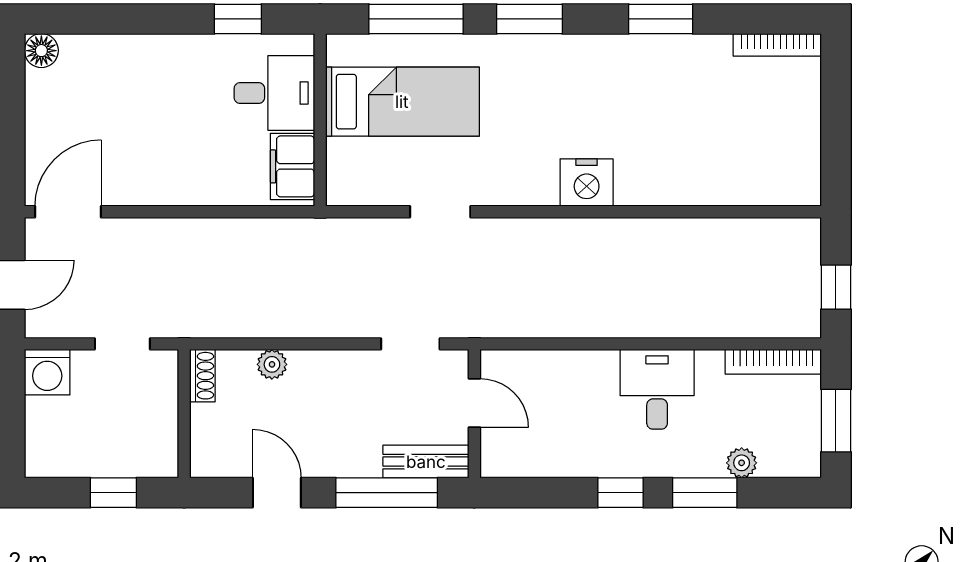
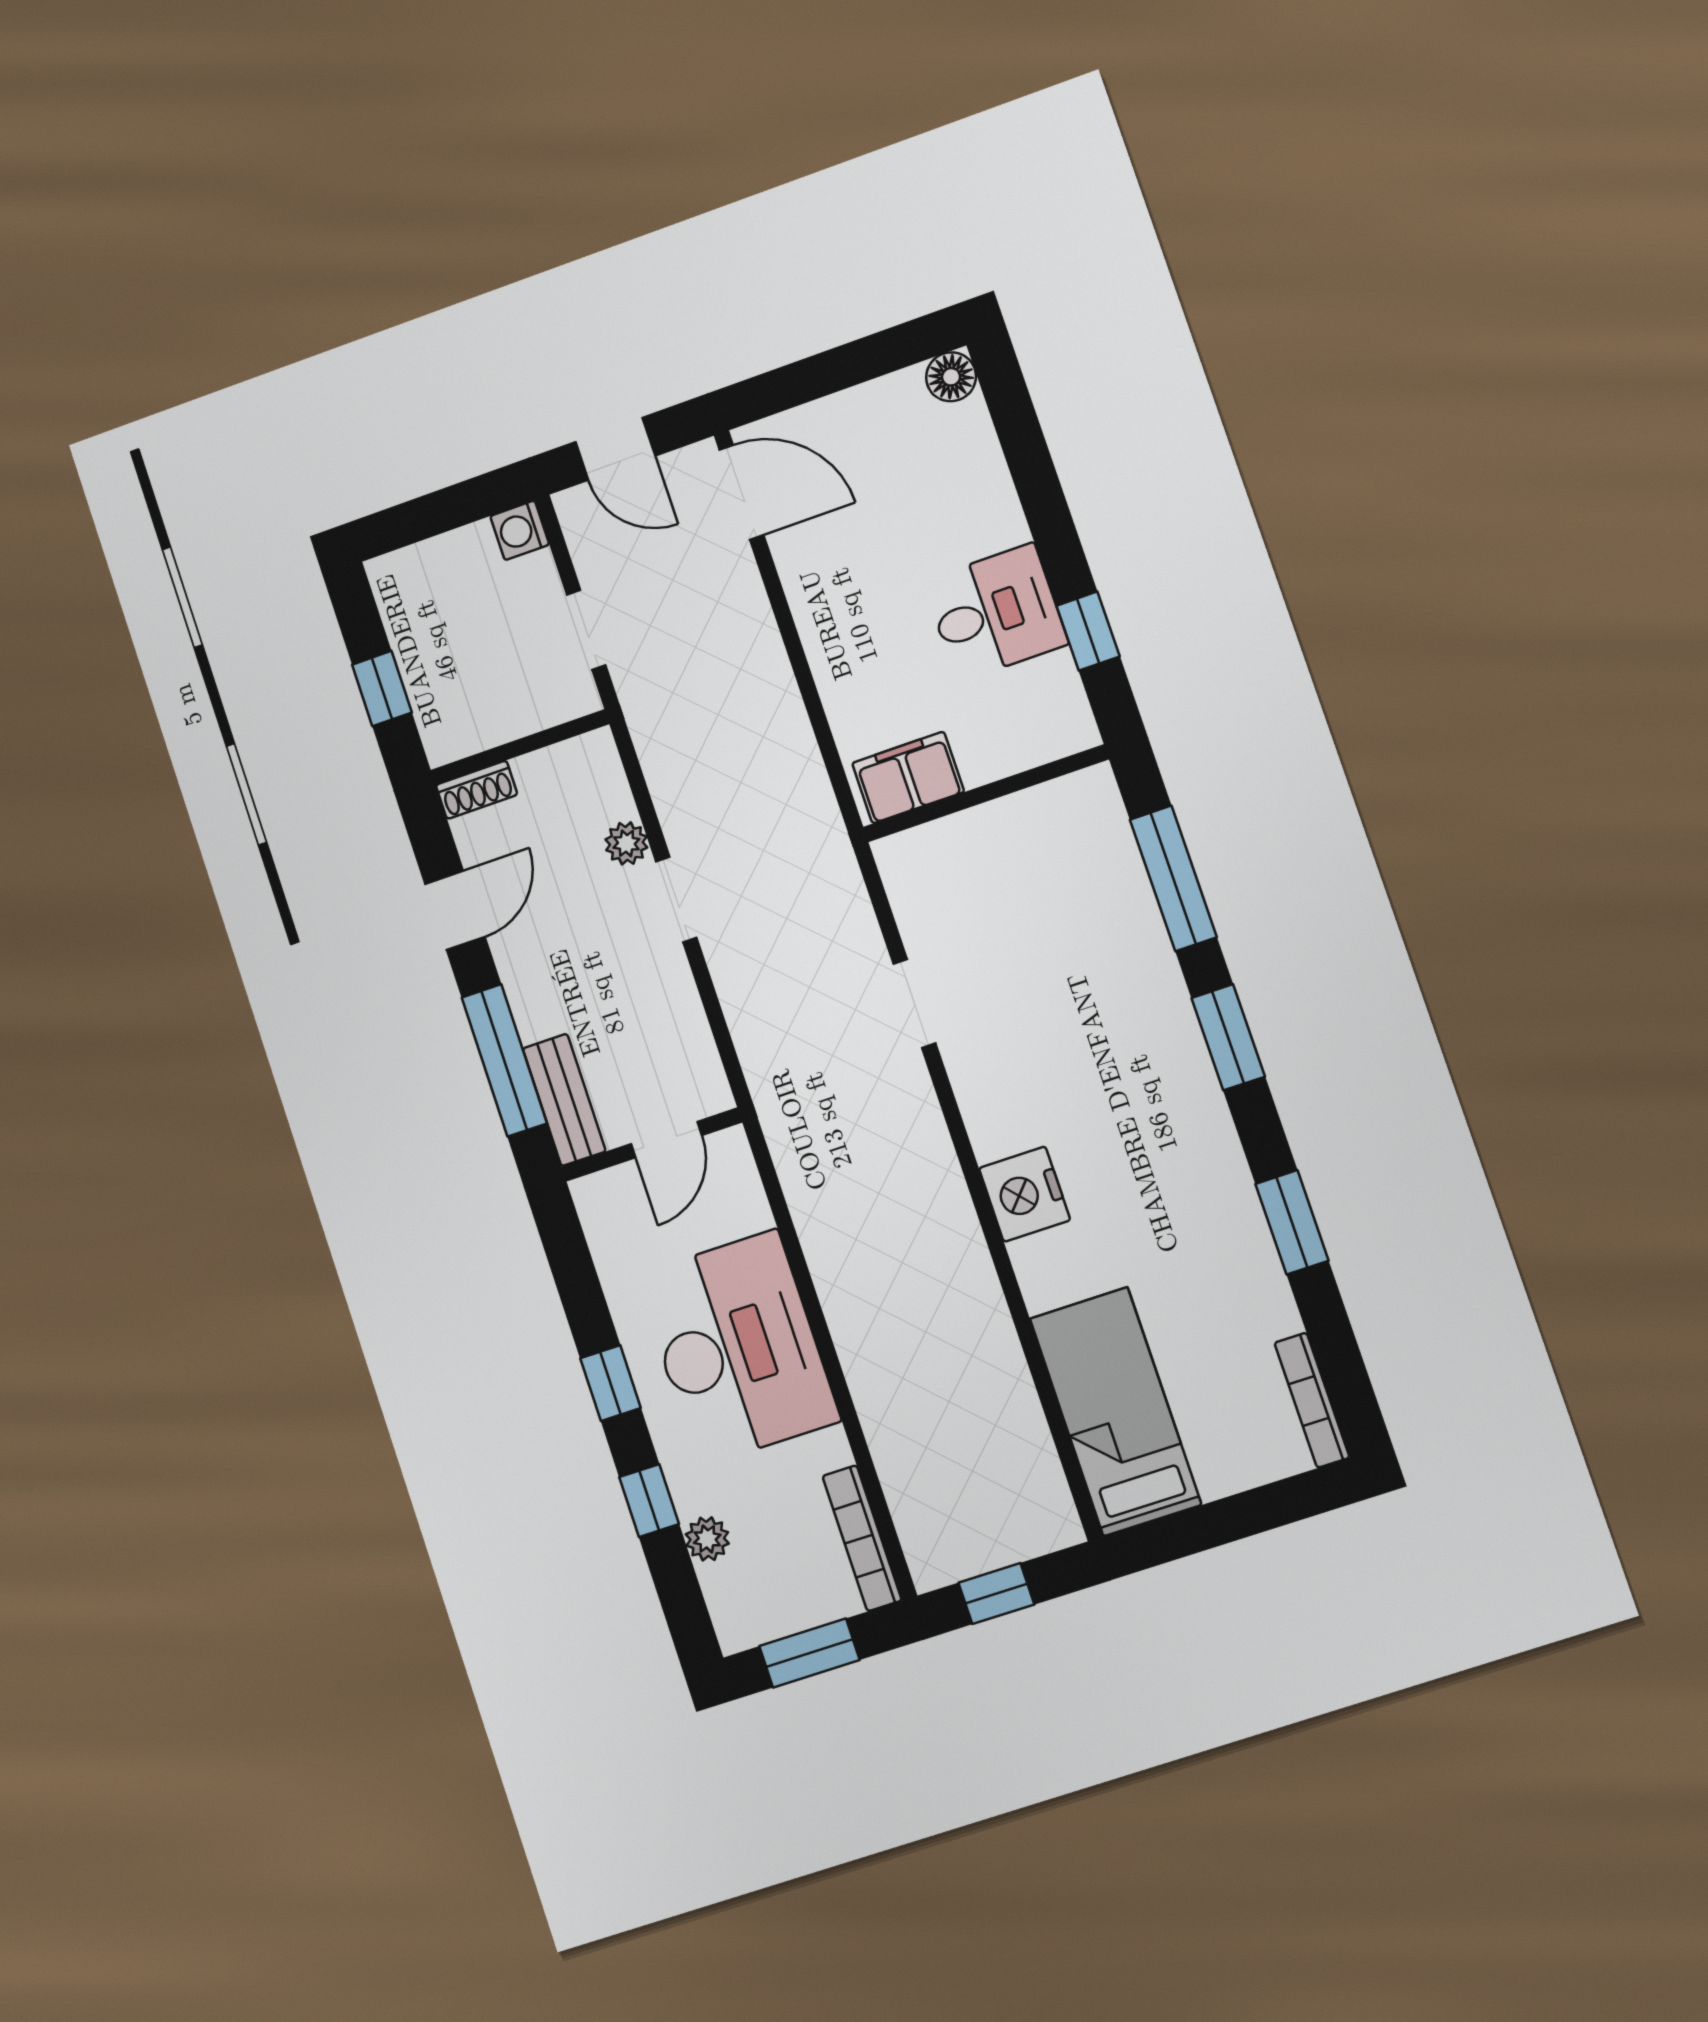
desk: (274, 93) -> (996, 612), moved, turned -90
bed: (402, 102) -> (1115, 1412), moved, turned 180
doorway: (410, 344) -> (676, 899), moved
washing machine: (47, 372) -> (520, 530), width x0.73, depth x0.73
shoe rack: (202, 376) -> (477, 790), moved
desk: (657, 389) -> (738, 1348), width x1.87, depth x1.30
window: (705, 493) -> (649, 1501), width x0.67

